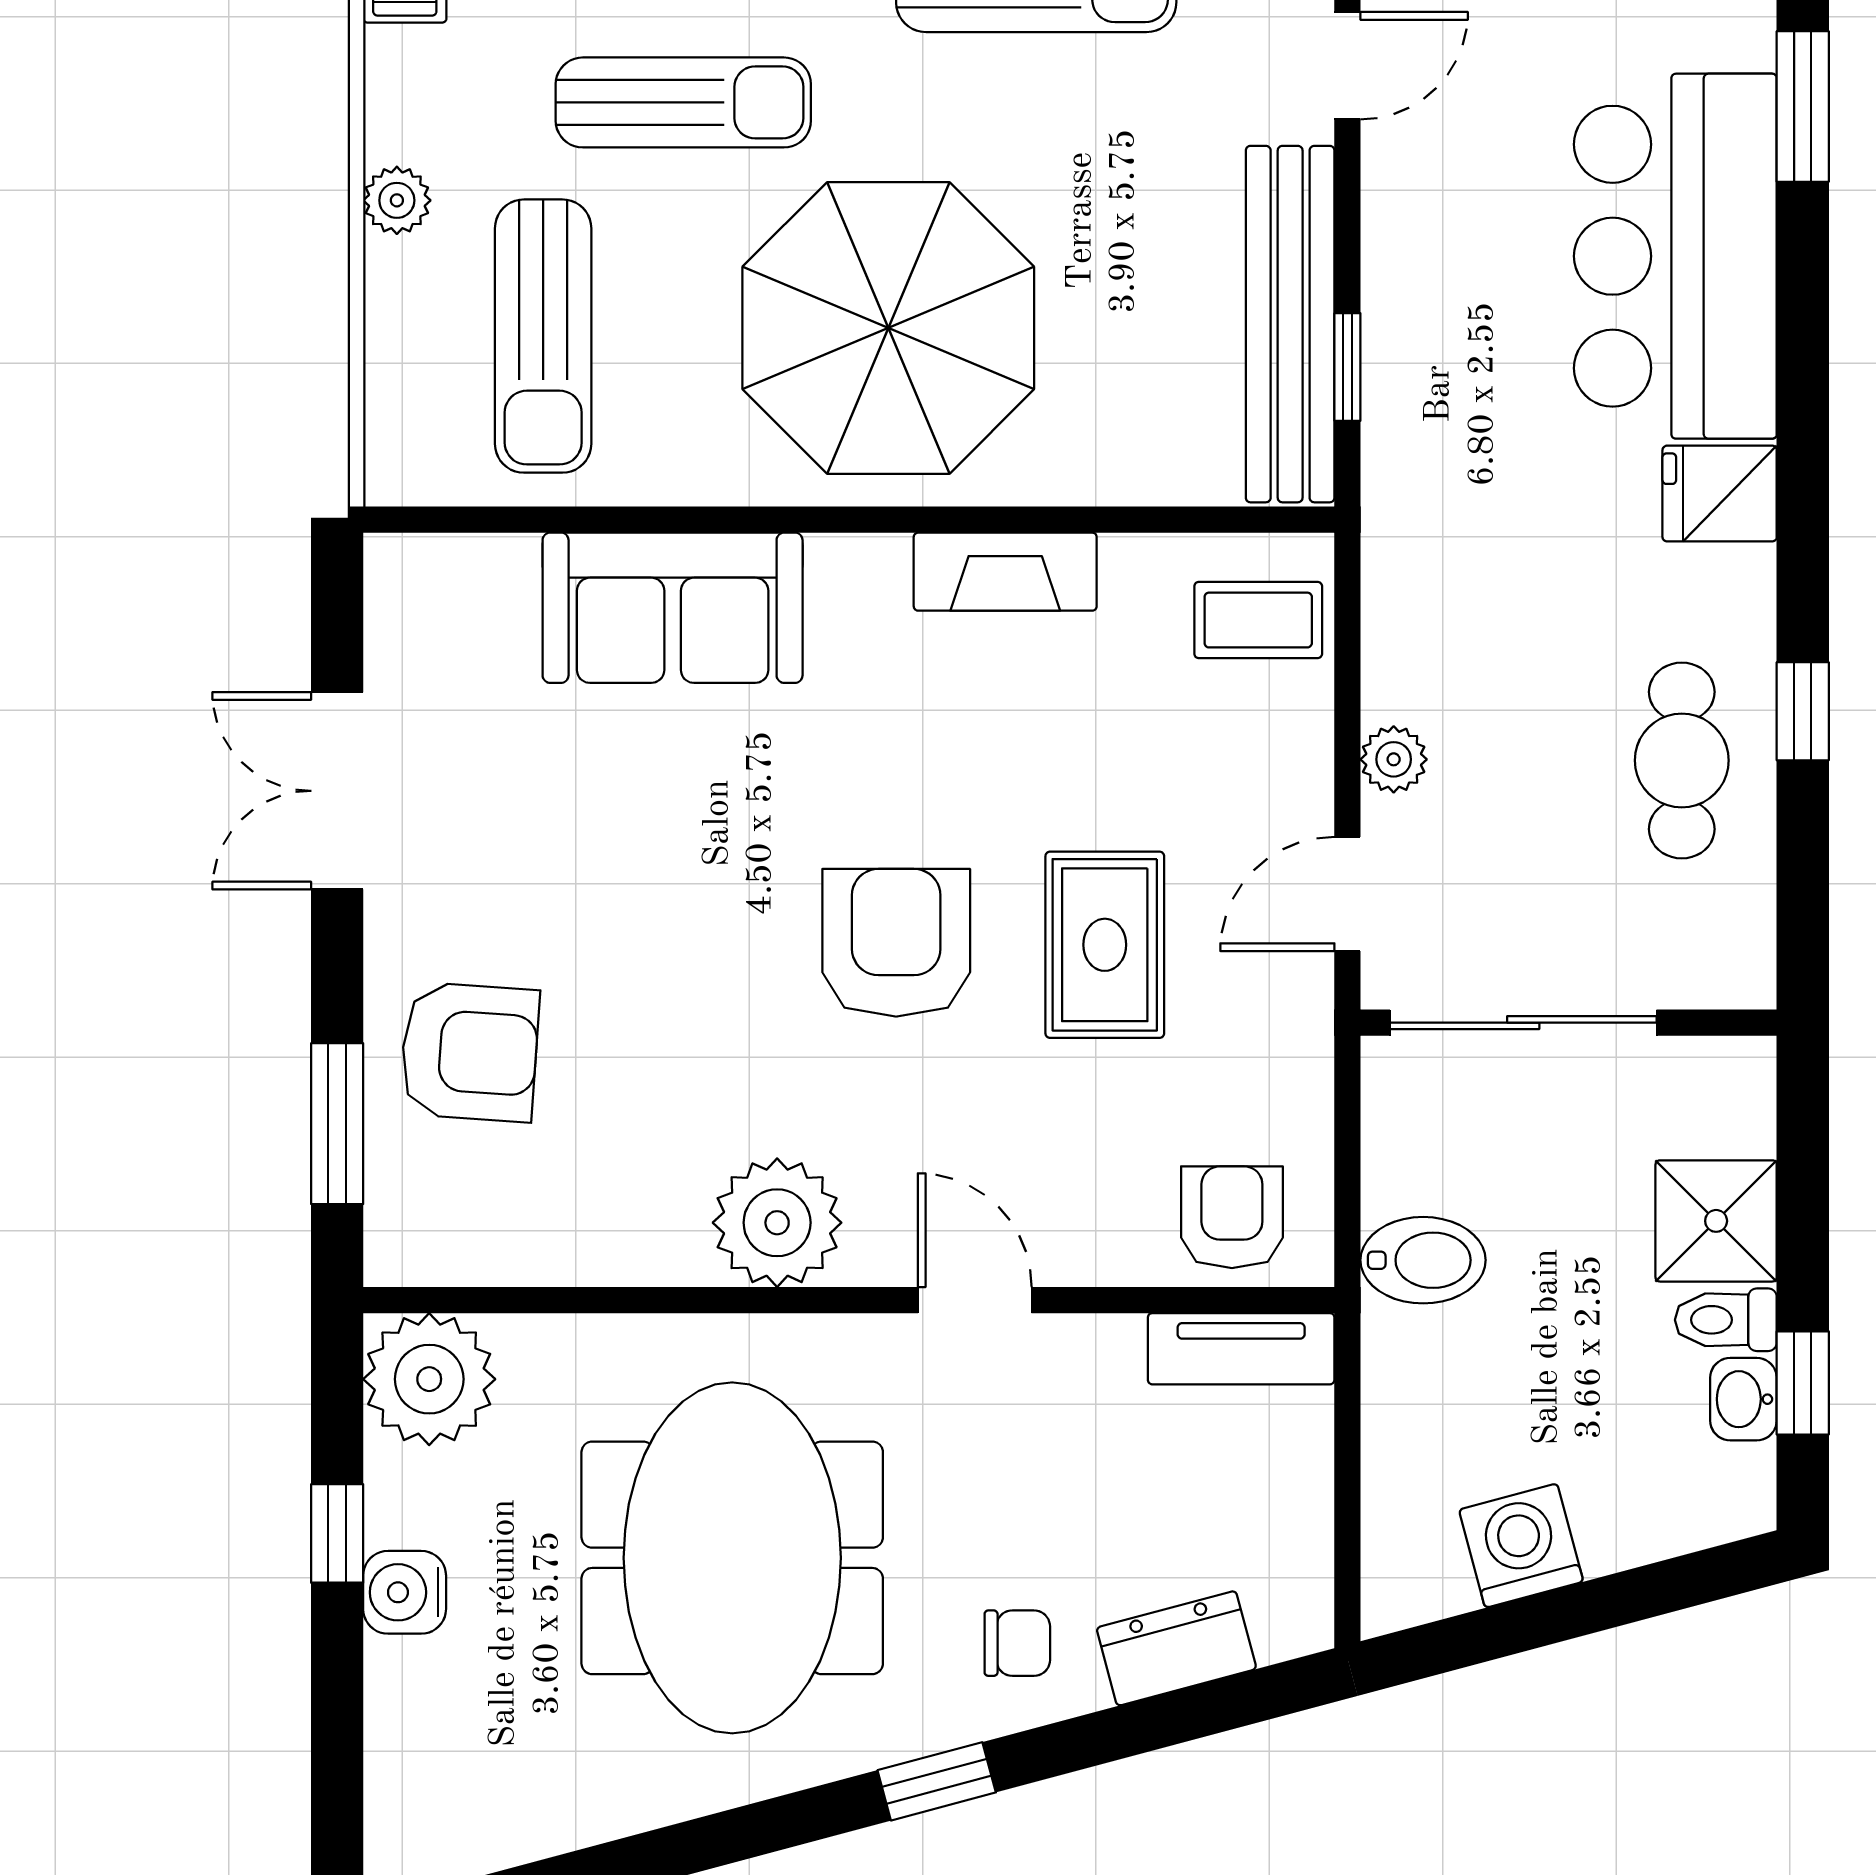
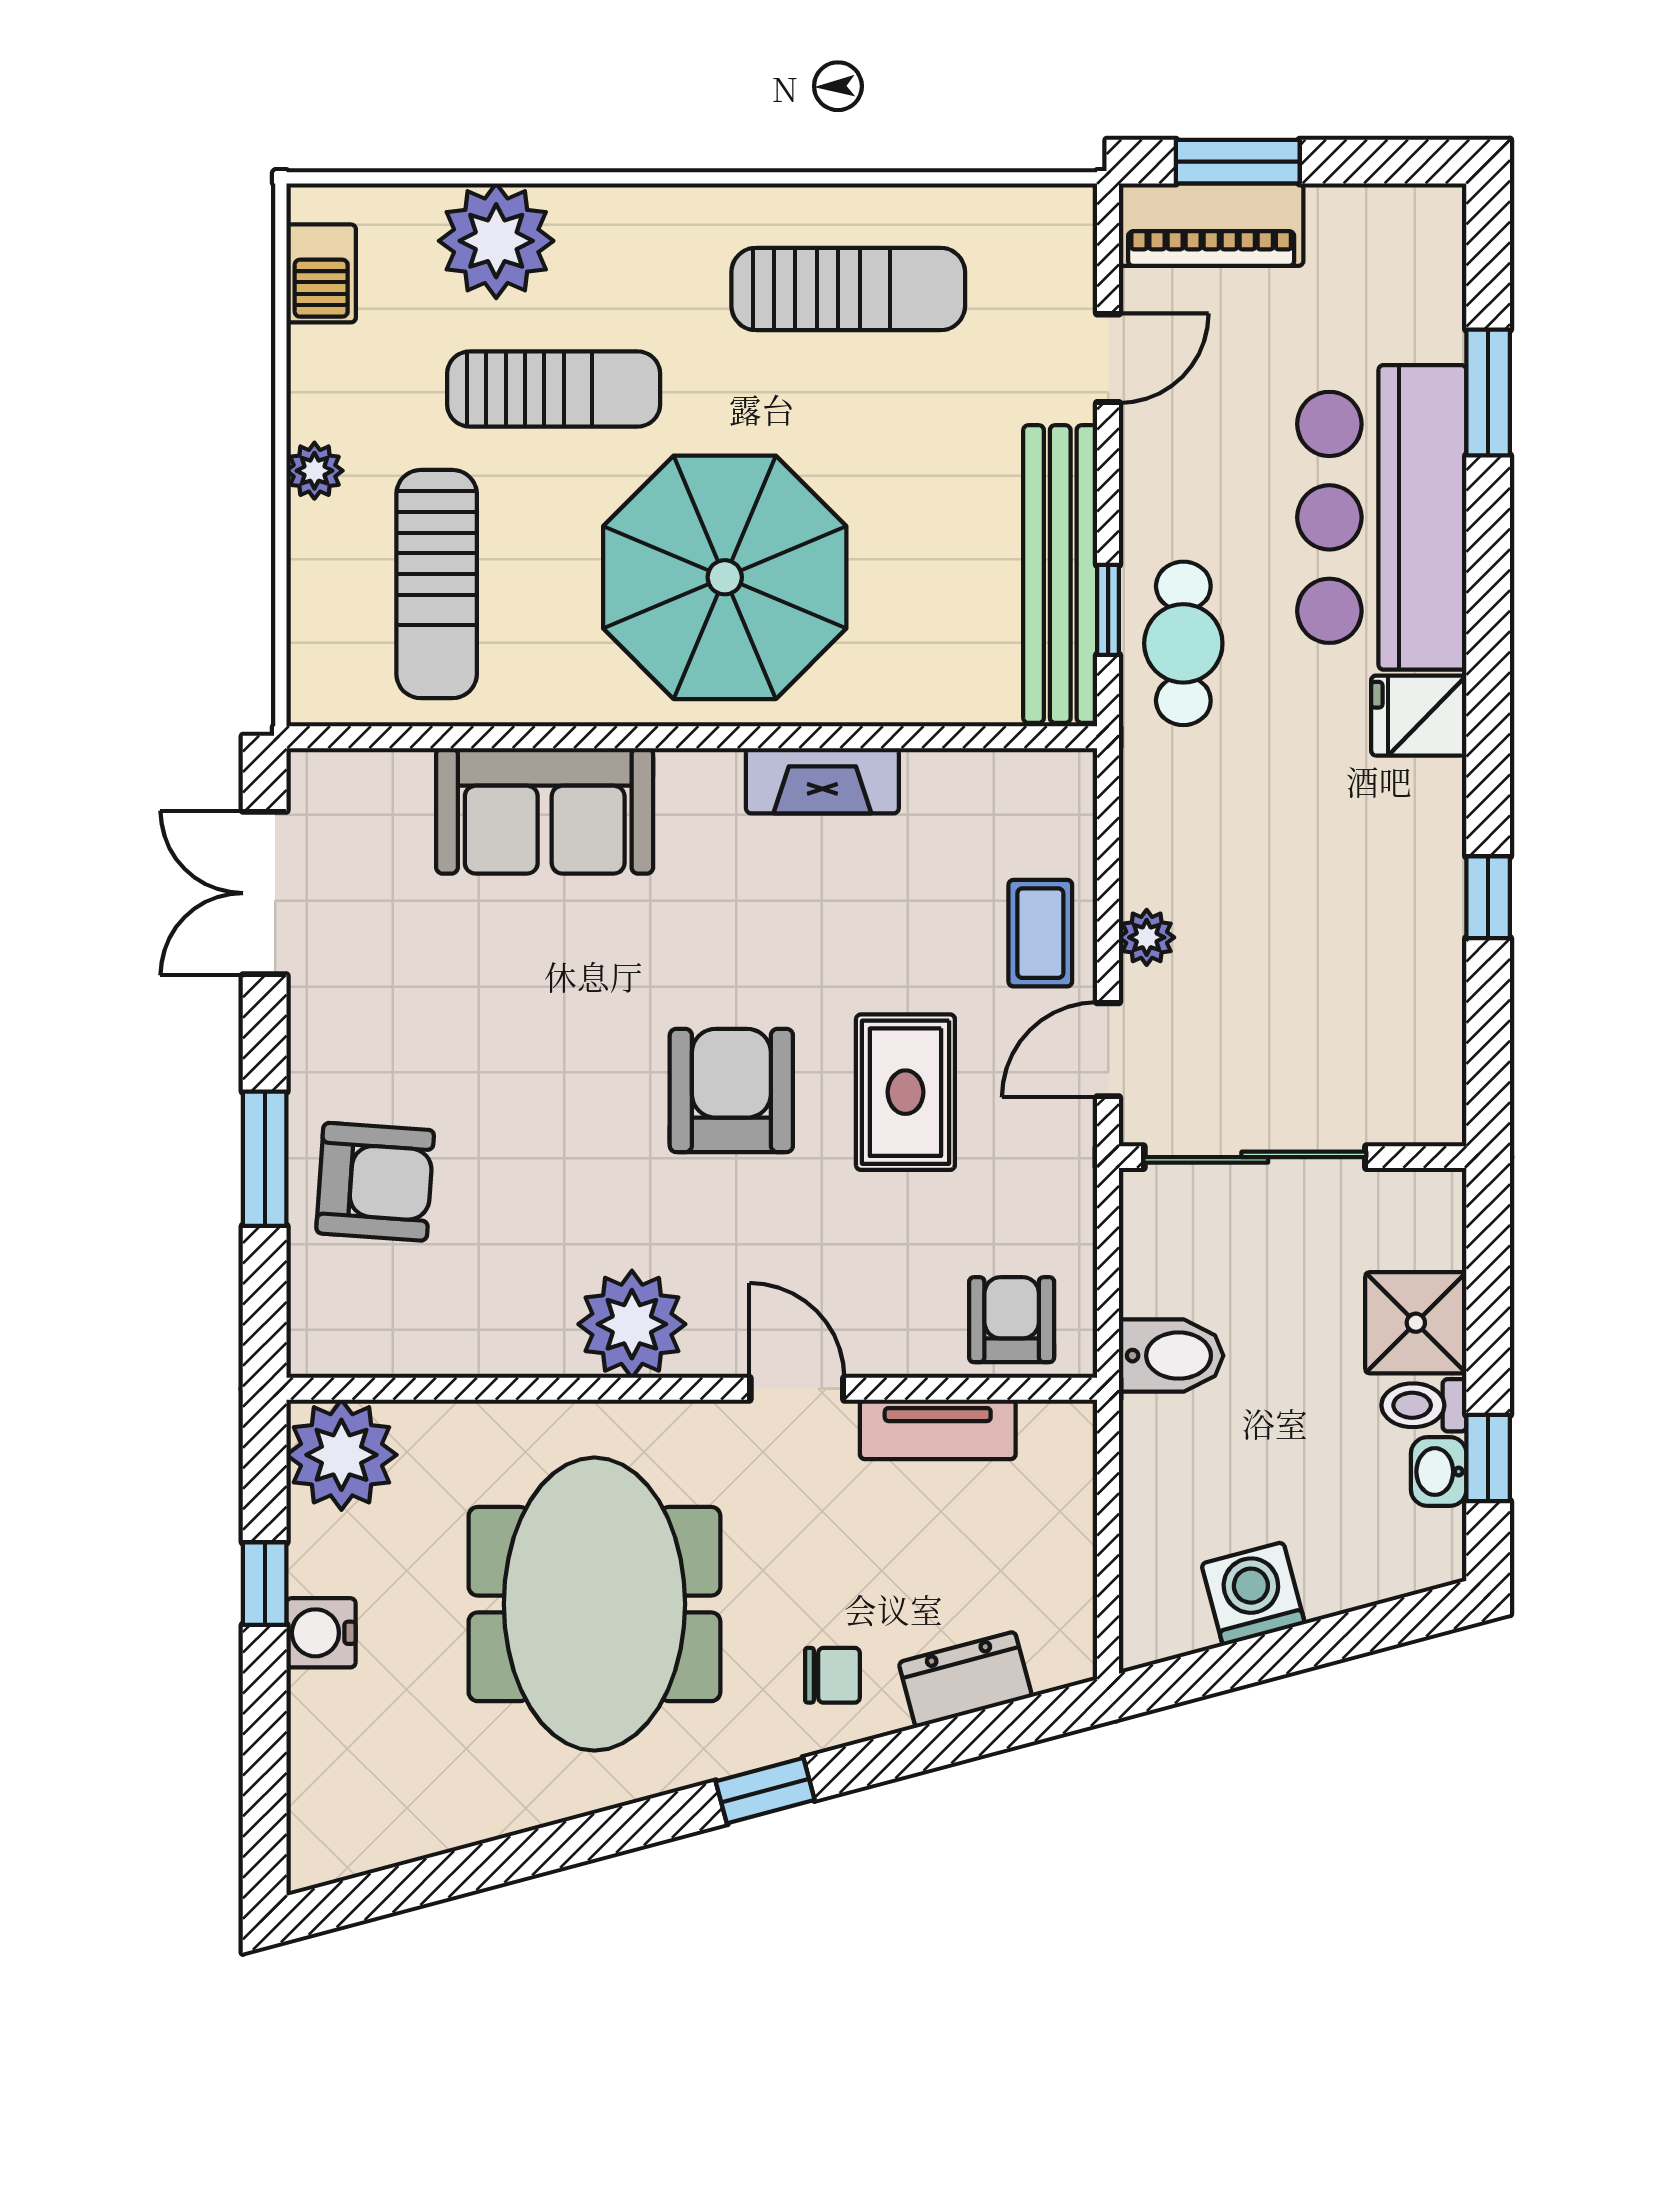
coffee table: (1258, 620) -> (1040, 933), moved, turned 90
cafe table: (1682, 760) -> (1183, 643), moved
double door: (337, 791) -> (265, 893), moved
window: (337, 1124) -> (265, 1159), moved
tv unit: (1241, 1349) -> (938, 1429), moved

